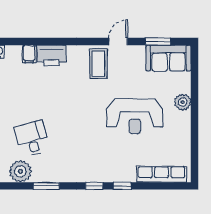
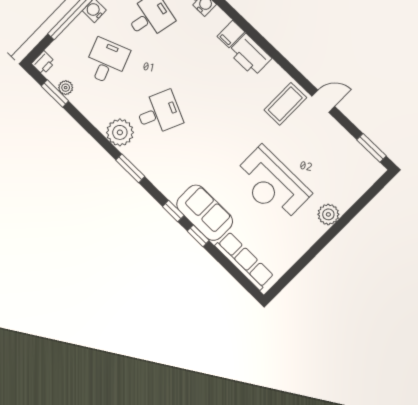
window: (158, 42) -> (371, 148), moved
sofa: (168, 58) -> (205, 213), moved, turned 180
desk: (32, 139) -> (159, 113), turned 39

